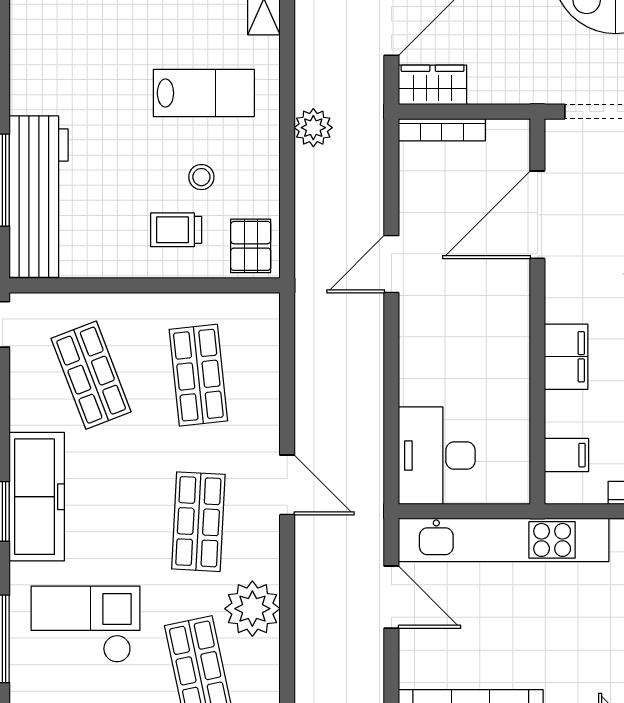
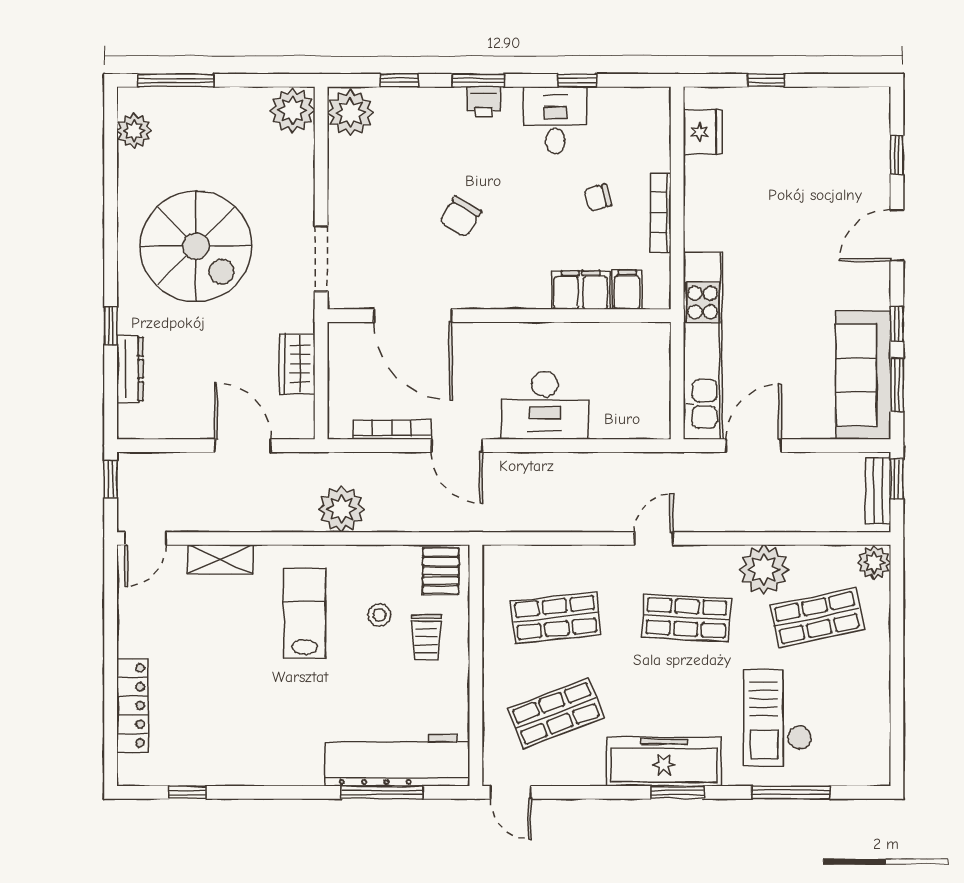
wardrobe: (433, 85) -> (297, 364), moved
plant: (313, 128) -> (342, 509), width x1.36, depth x1.36
bookcase: (442, 130) -> (392, 430), moved, turned -90
pallet: (251, 246) -> (441, 571), turned 90
filing cabinet: (566, 357) -> (581, 290), moved
desk: (437, 456) -> (545, 405), moved
door: (287, 485) -> (654, 539), width x0.73

